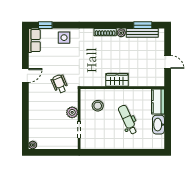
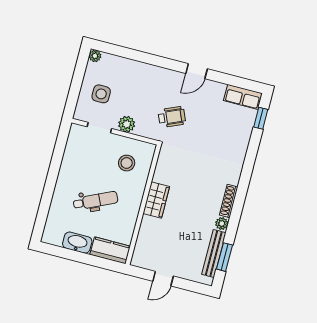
side table: (64, 38) -> (101, 94), moved
door: (25, 75) -> (197, 71), hinge flipped

